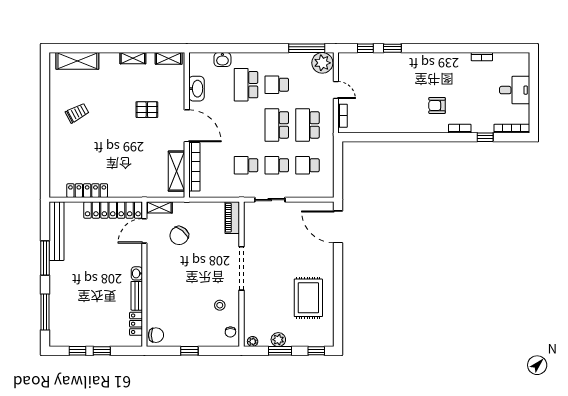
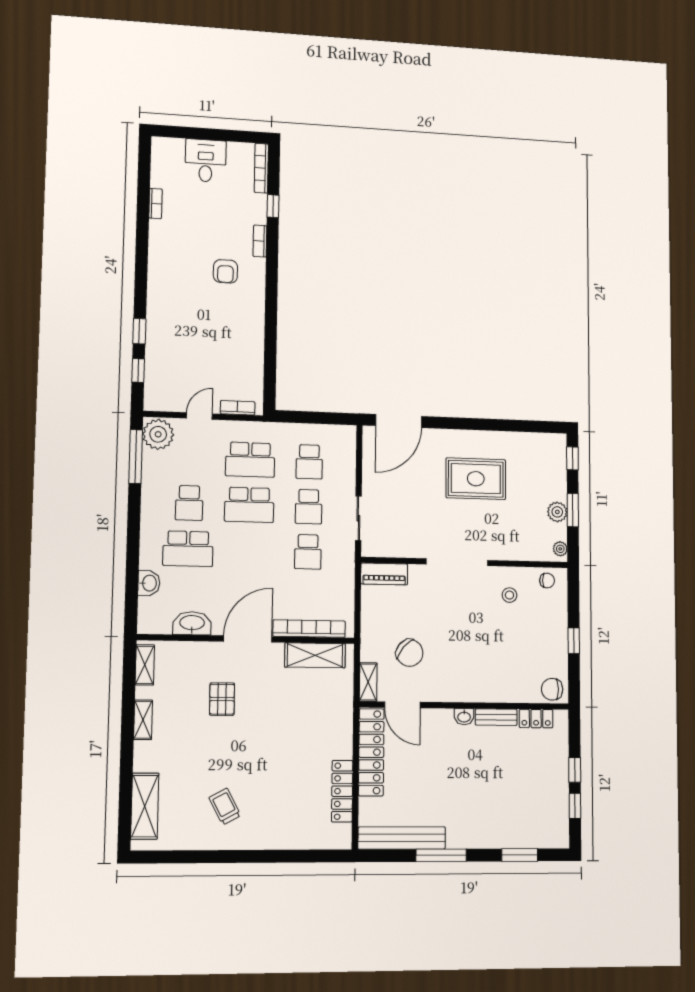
rug: (308, 298) -> (476, 479), moved
window: (45, 312) -> (520, 855), width x0.69
chair: (156, 335) -> (552, 689), turned -90

